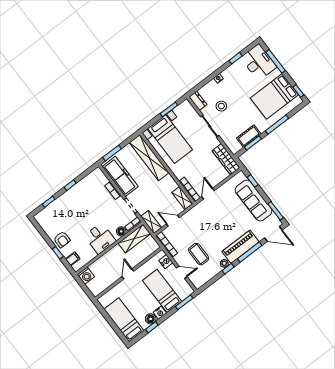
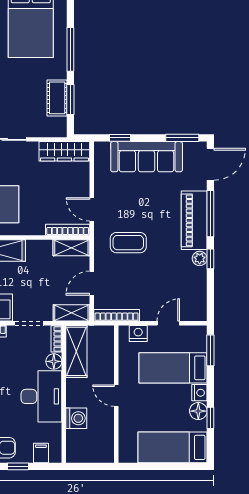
desk: (100, 238) -> (41, 396), width x1.37
coffee table: (199, 254) -> (128, 243), moved
washing machine: (86, 276) -> (76, 418), moved

